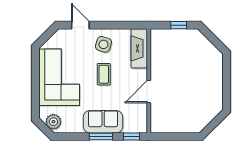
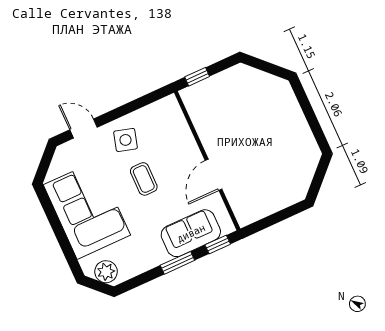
window: (179, 25) -> (197, 77), moved
fireplace: (139, 48) -> (175, 124), removed
sofa: (103, 122) -> (191, 233), moved

